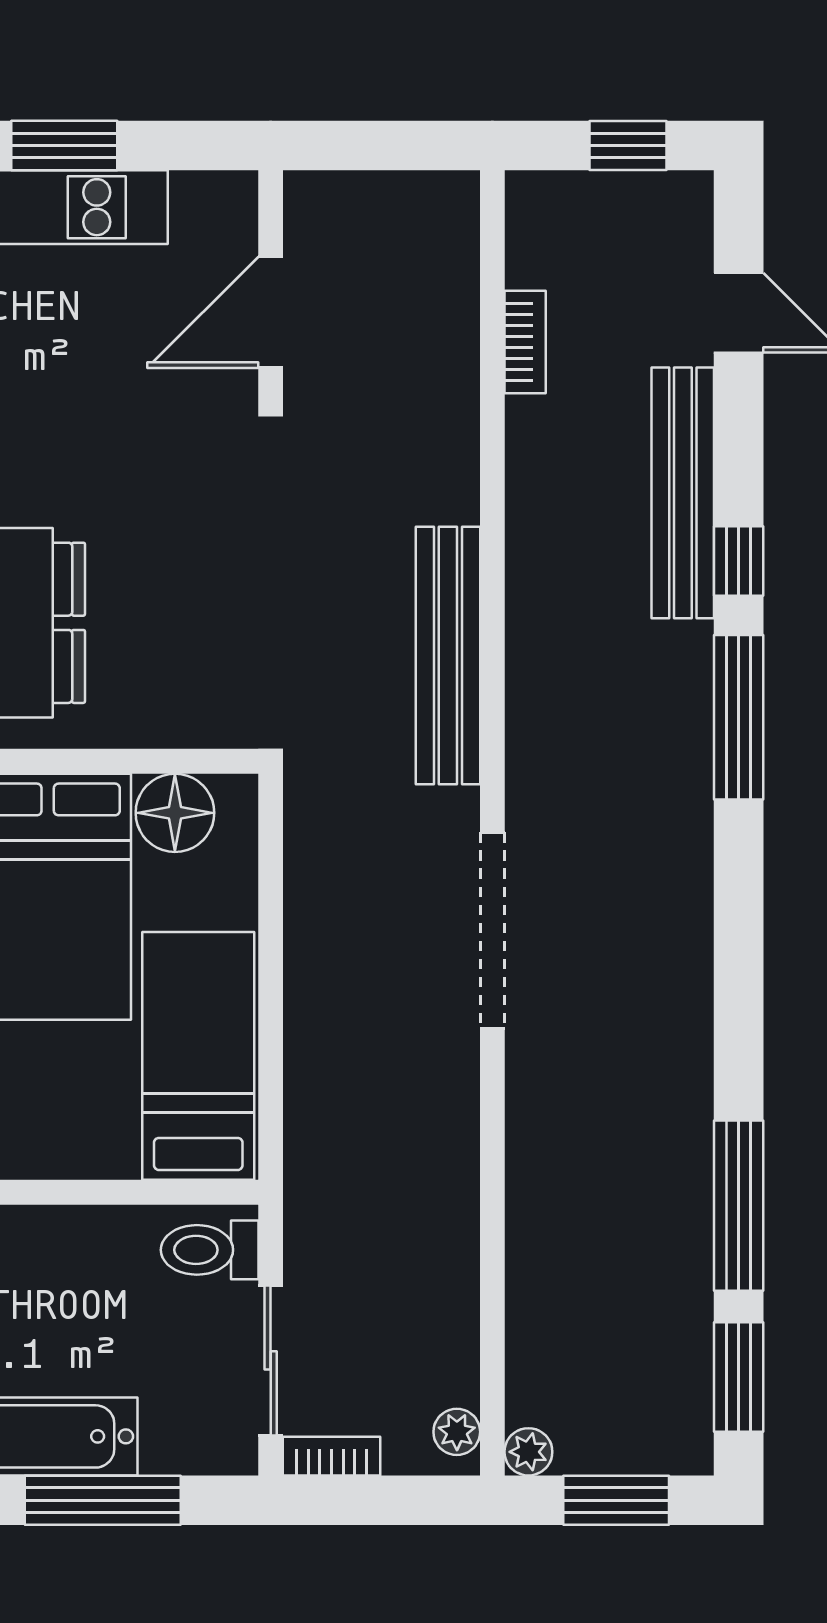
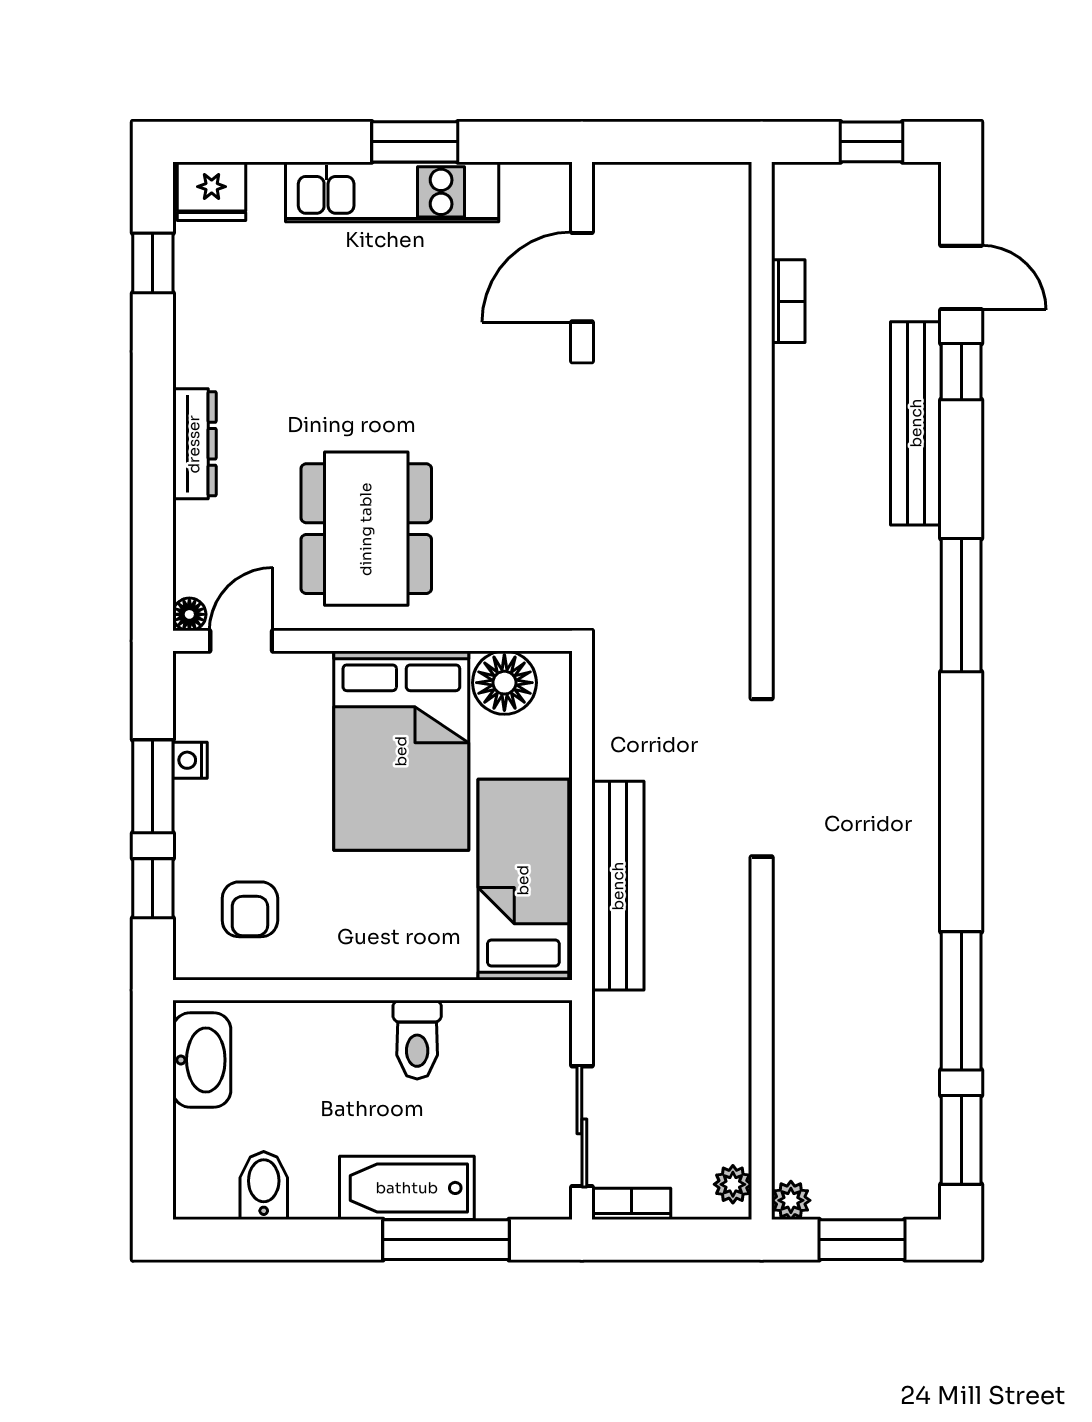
window: (739, 561) -> (961, 372), moved
bench: (448, 655) -> (618, 886), moved
toilet: (210, 1250) -> (417, 1040), moved, turned -90

